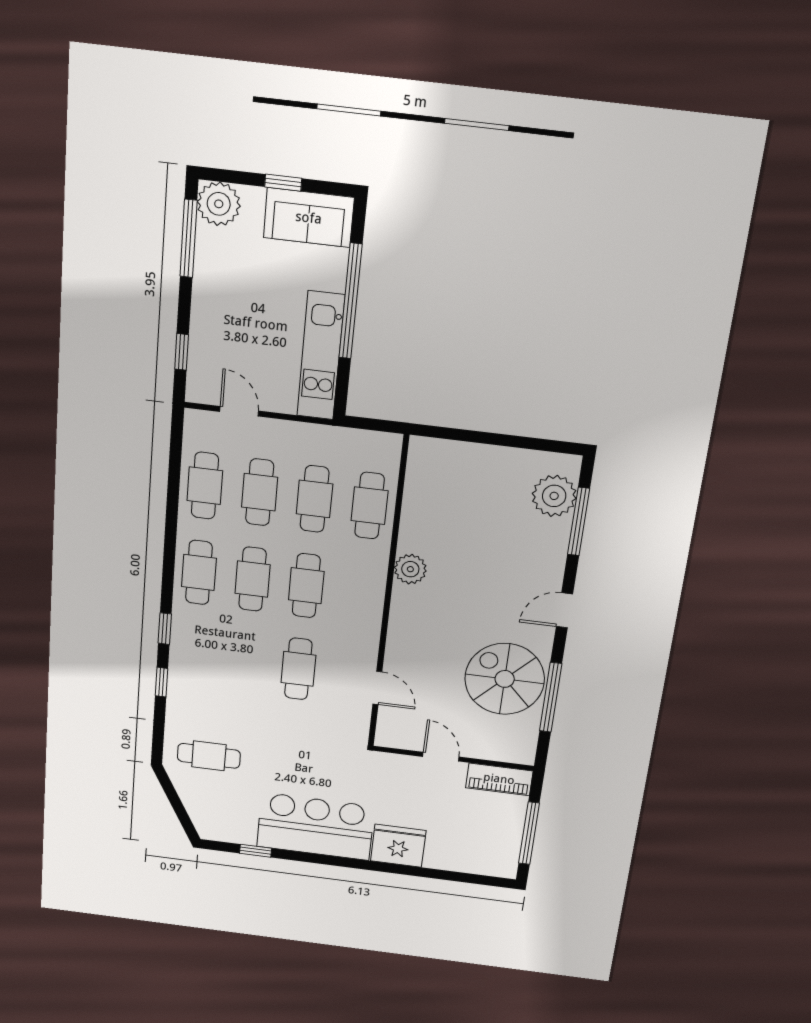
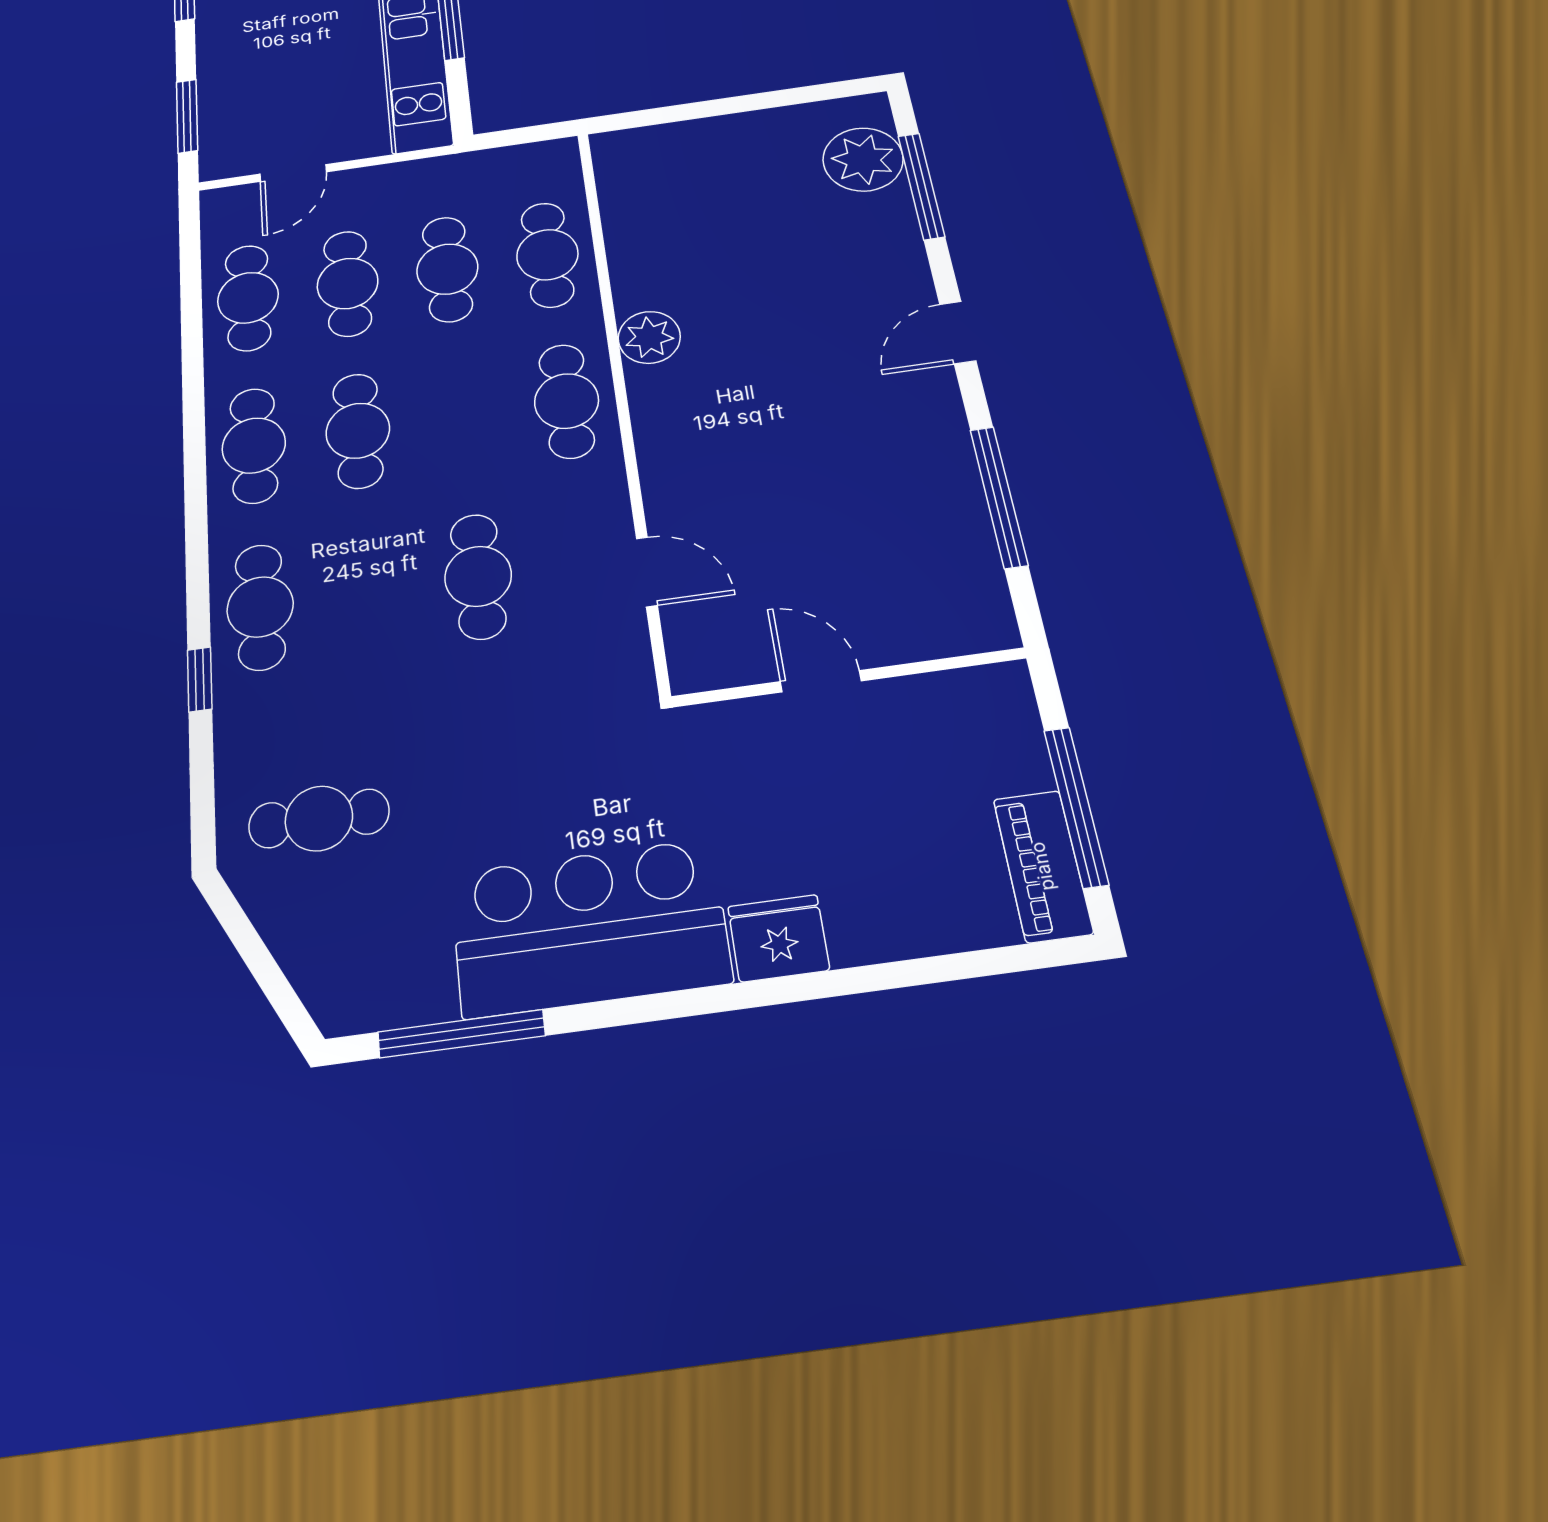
window: (182, 352) -> (187, 116), width x1.50
door: (239, 411) -> (293, 173), swing flipped
cafe table: (306, 586) -> (567, 401), moved
window: (165, 629) -> (197, 568), removed
cafe table: (193, 656) -> (260, 607), added
spiral stairs: (505, 679) -> (894, 486), removed
piano: (499, 779) -> (1043, 866), moved, turned 90
fridge: (398, 846) -> (778, 938), width x0.73, depth x0.75
window: (256, 851) -> (461, 1034), width x2.17

